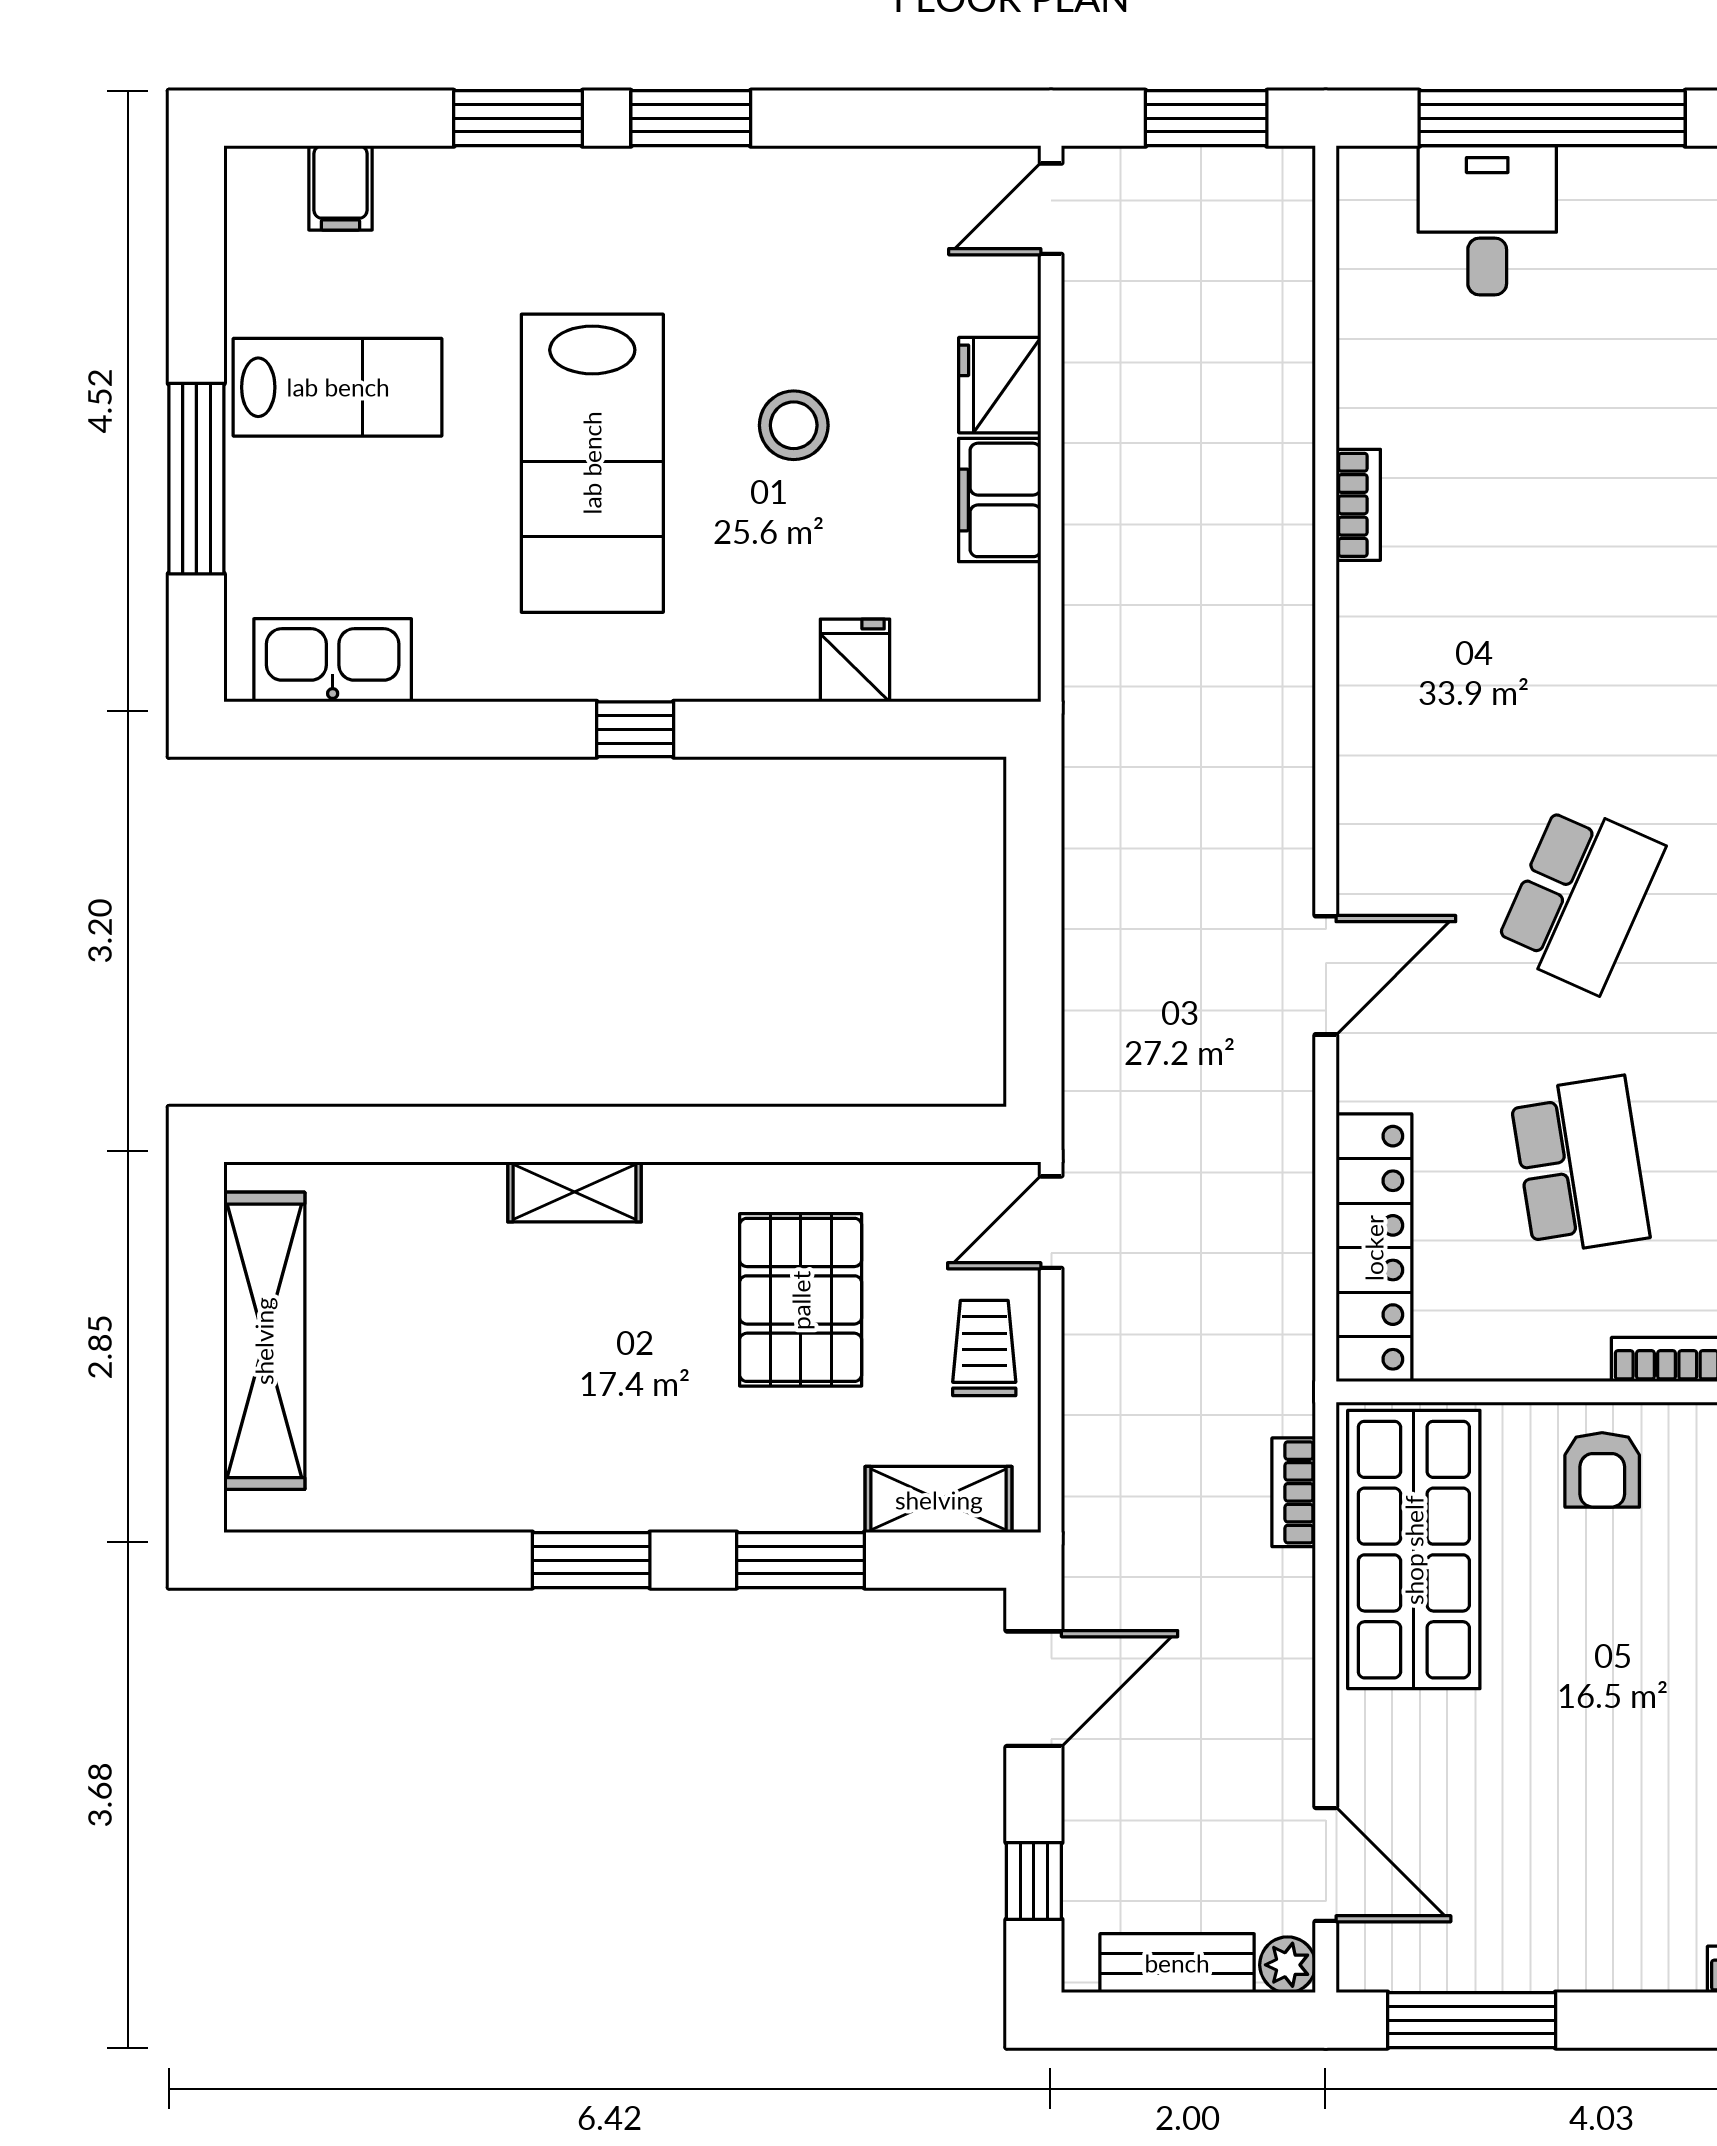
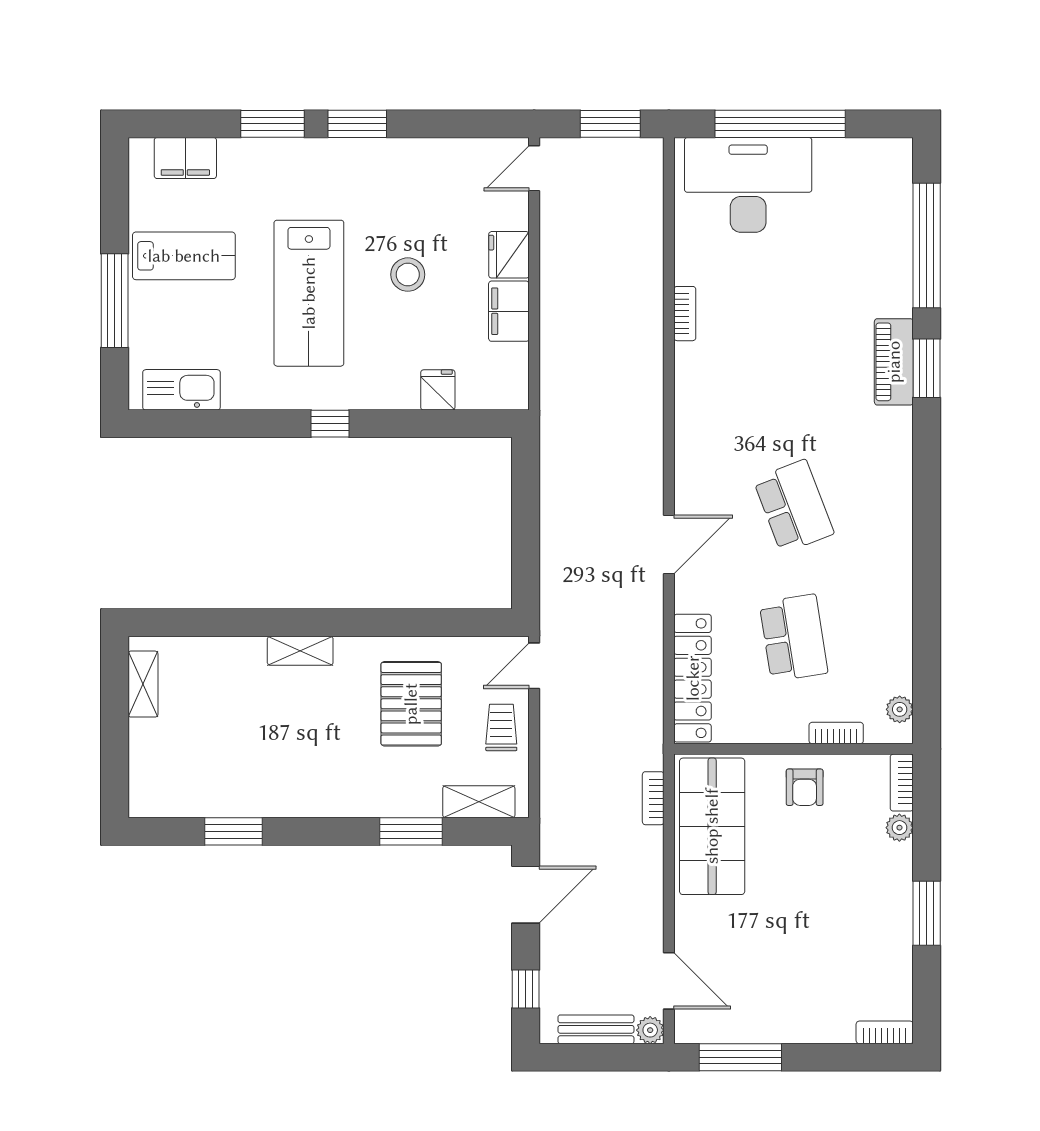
filing cabinet: (340, 188) -> (185, 158), width x2.00
desk: (1487, 220) -> (748, 185), width x1.87, depth x1.30
school desk: (1580, 898) -> (794, 506), turned -45
shelving: (264, 1341) -> (143, 684), width x0.45, depth x0.75
window: (591, 1560) -> (234, 831), moved

